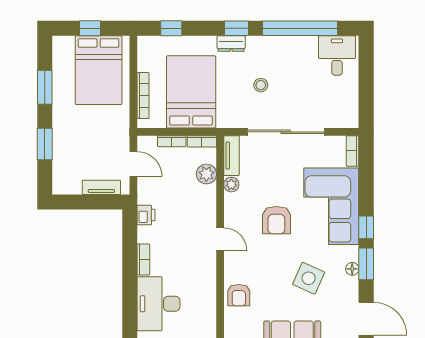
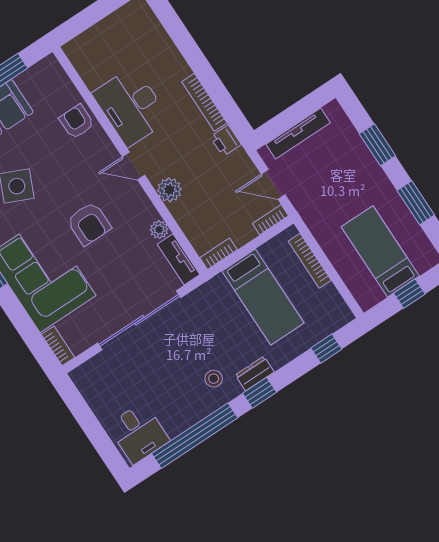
bed: (99, 70) -> (380, 251), width x0.67
stool: (261, 85) -> (214, 379), moved
bed: (191, 92) -> (263, 297), width x0.67
bookcase: (172, 141) -> (270, 220), moved
plant: (206, 174) -> (169, 190), moved
tv unit: (101, 187) -> (298, 133), width x1.41
armchair: (276, 220) -> (89, 224), turned 180
bookcase: (143, 260) -> (204, 102), width x1.56
desk: (158, 304) -> (131, 106), moved, turned 180

